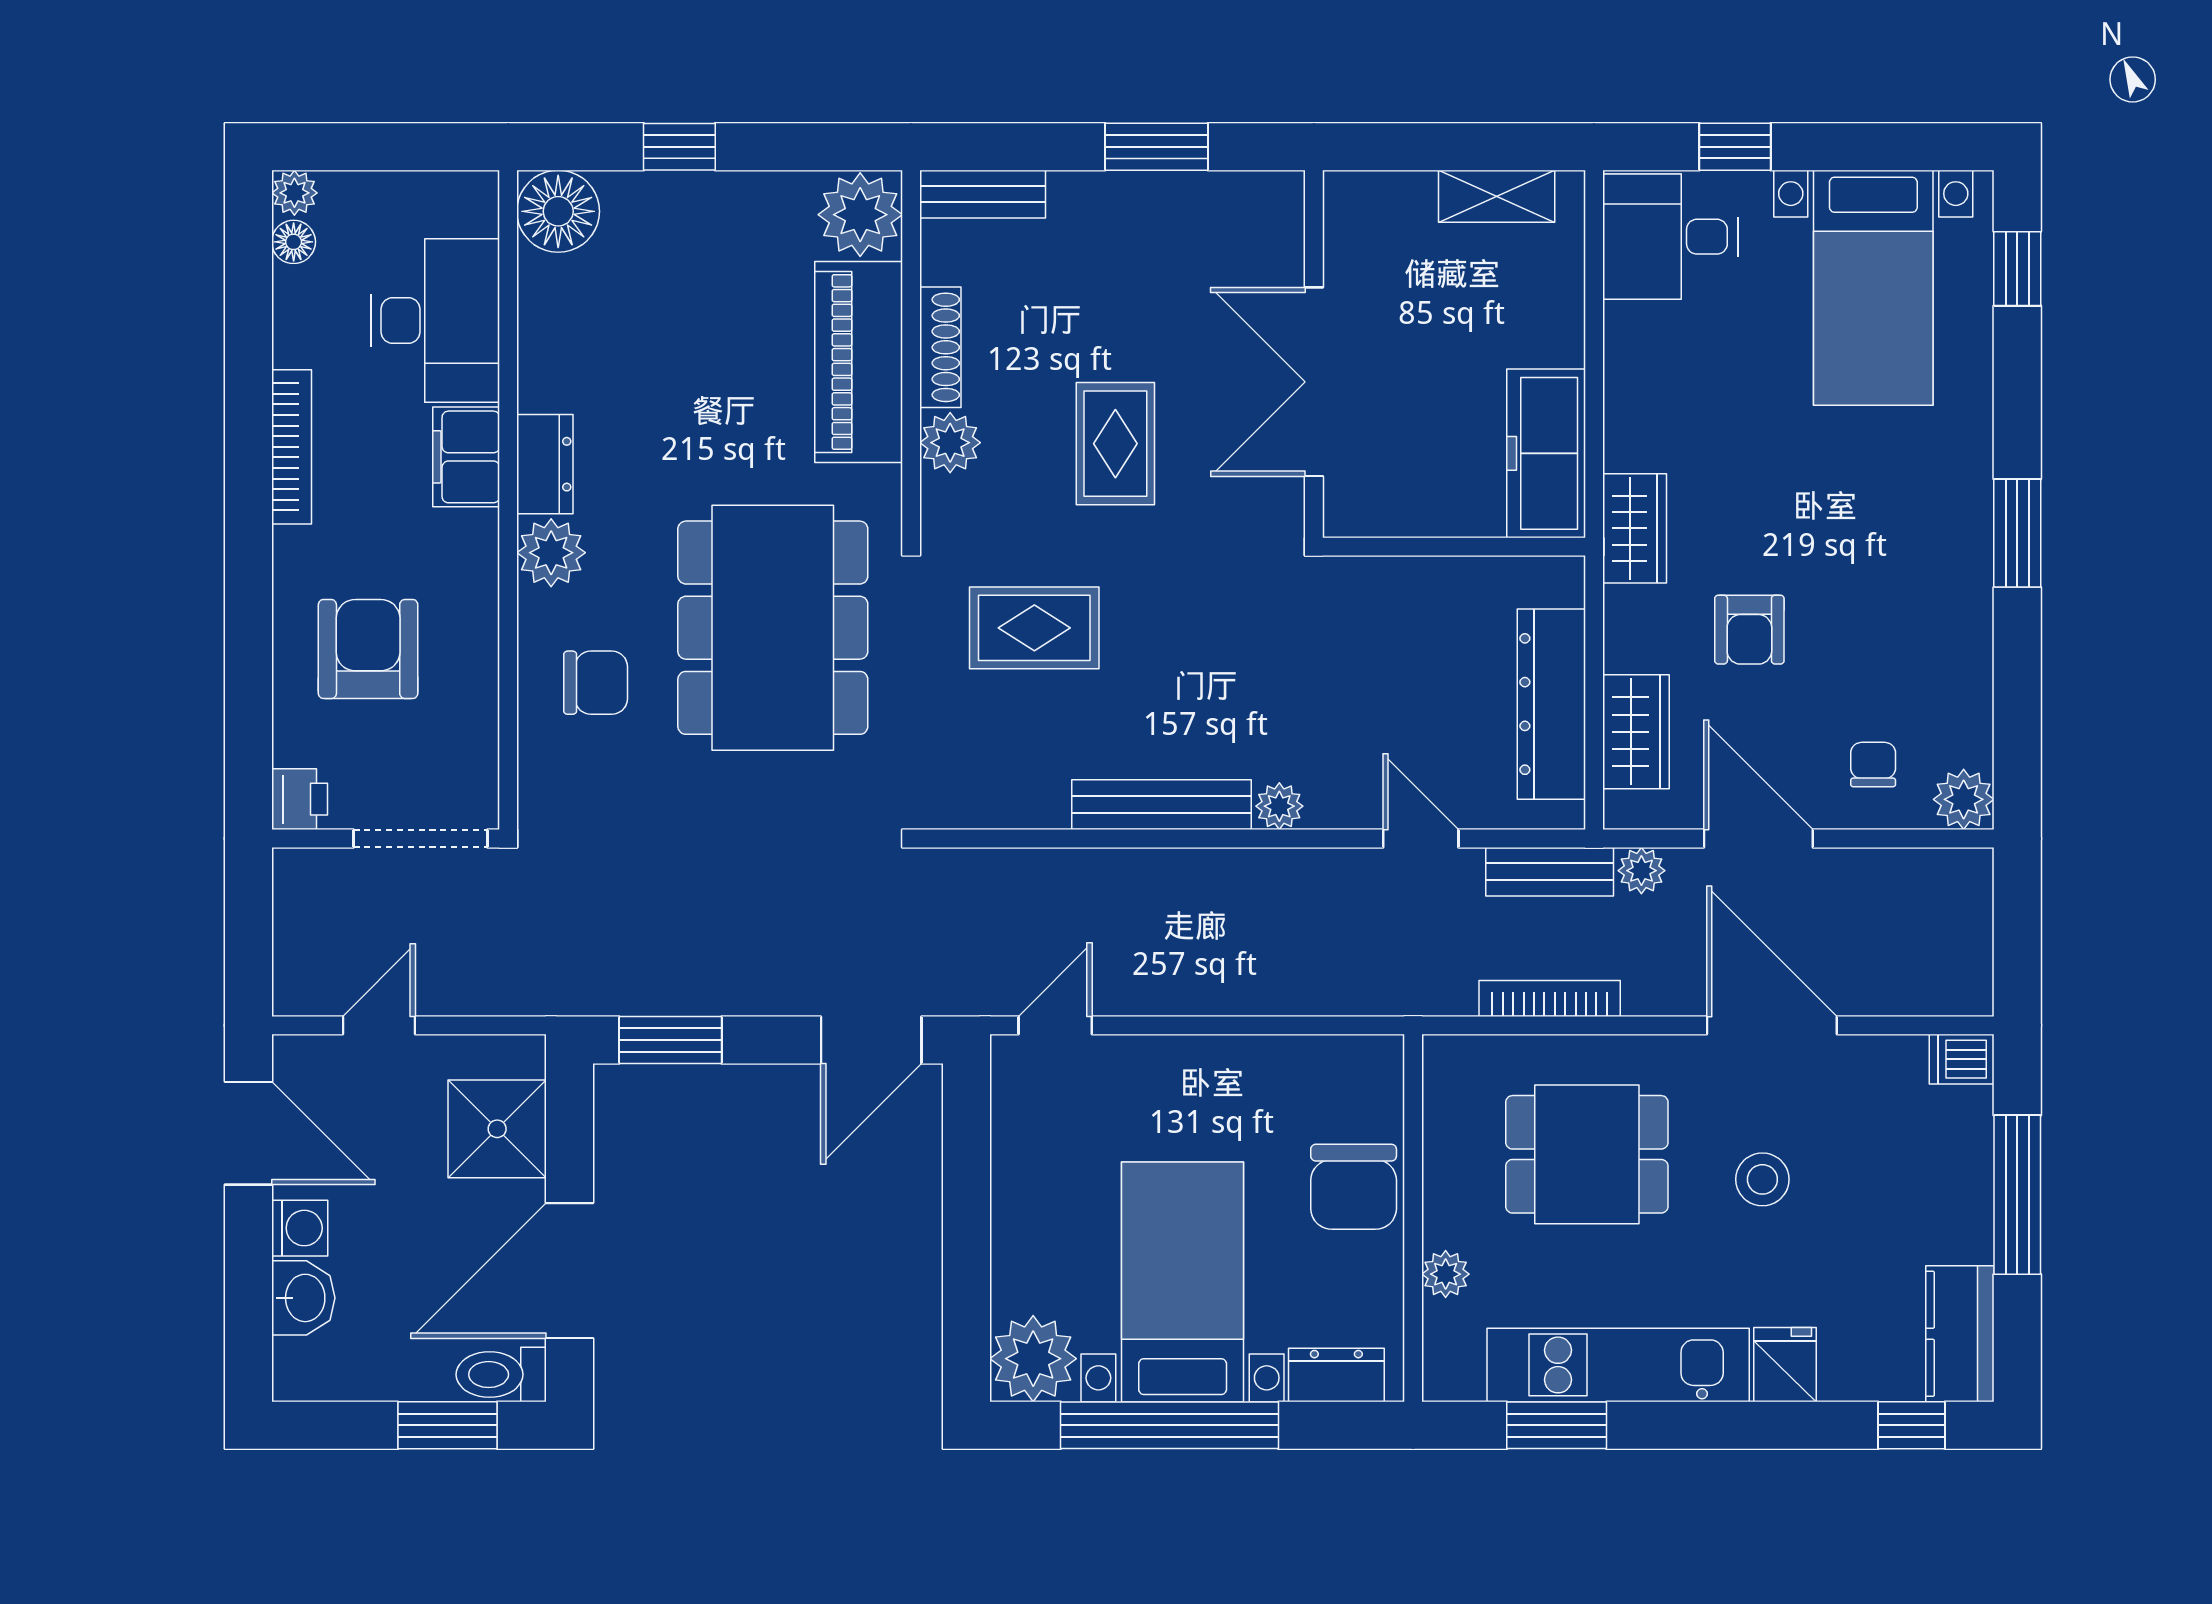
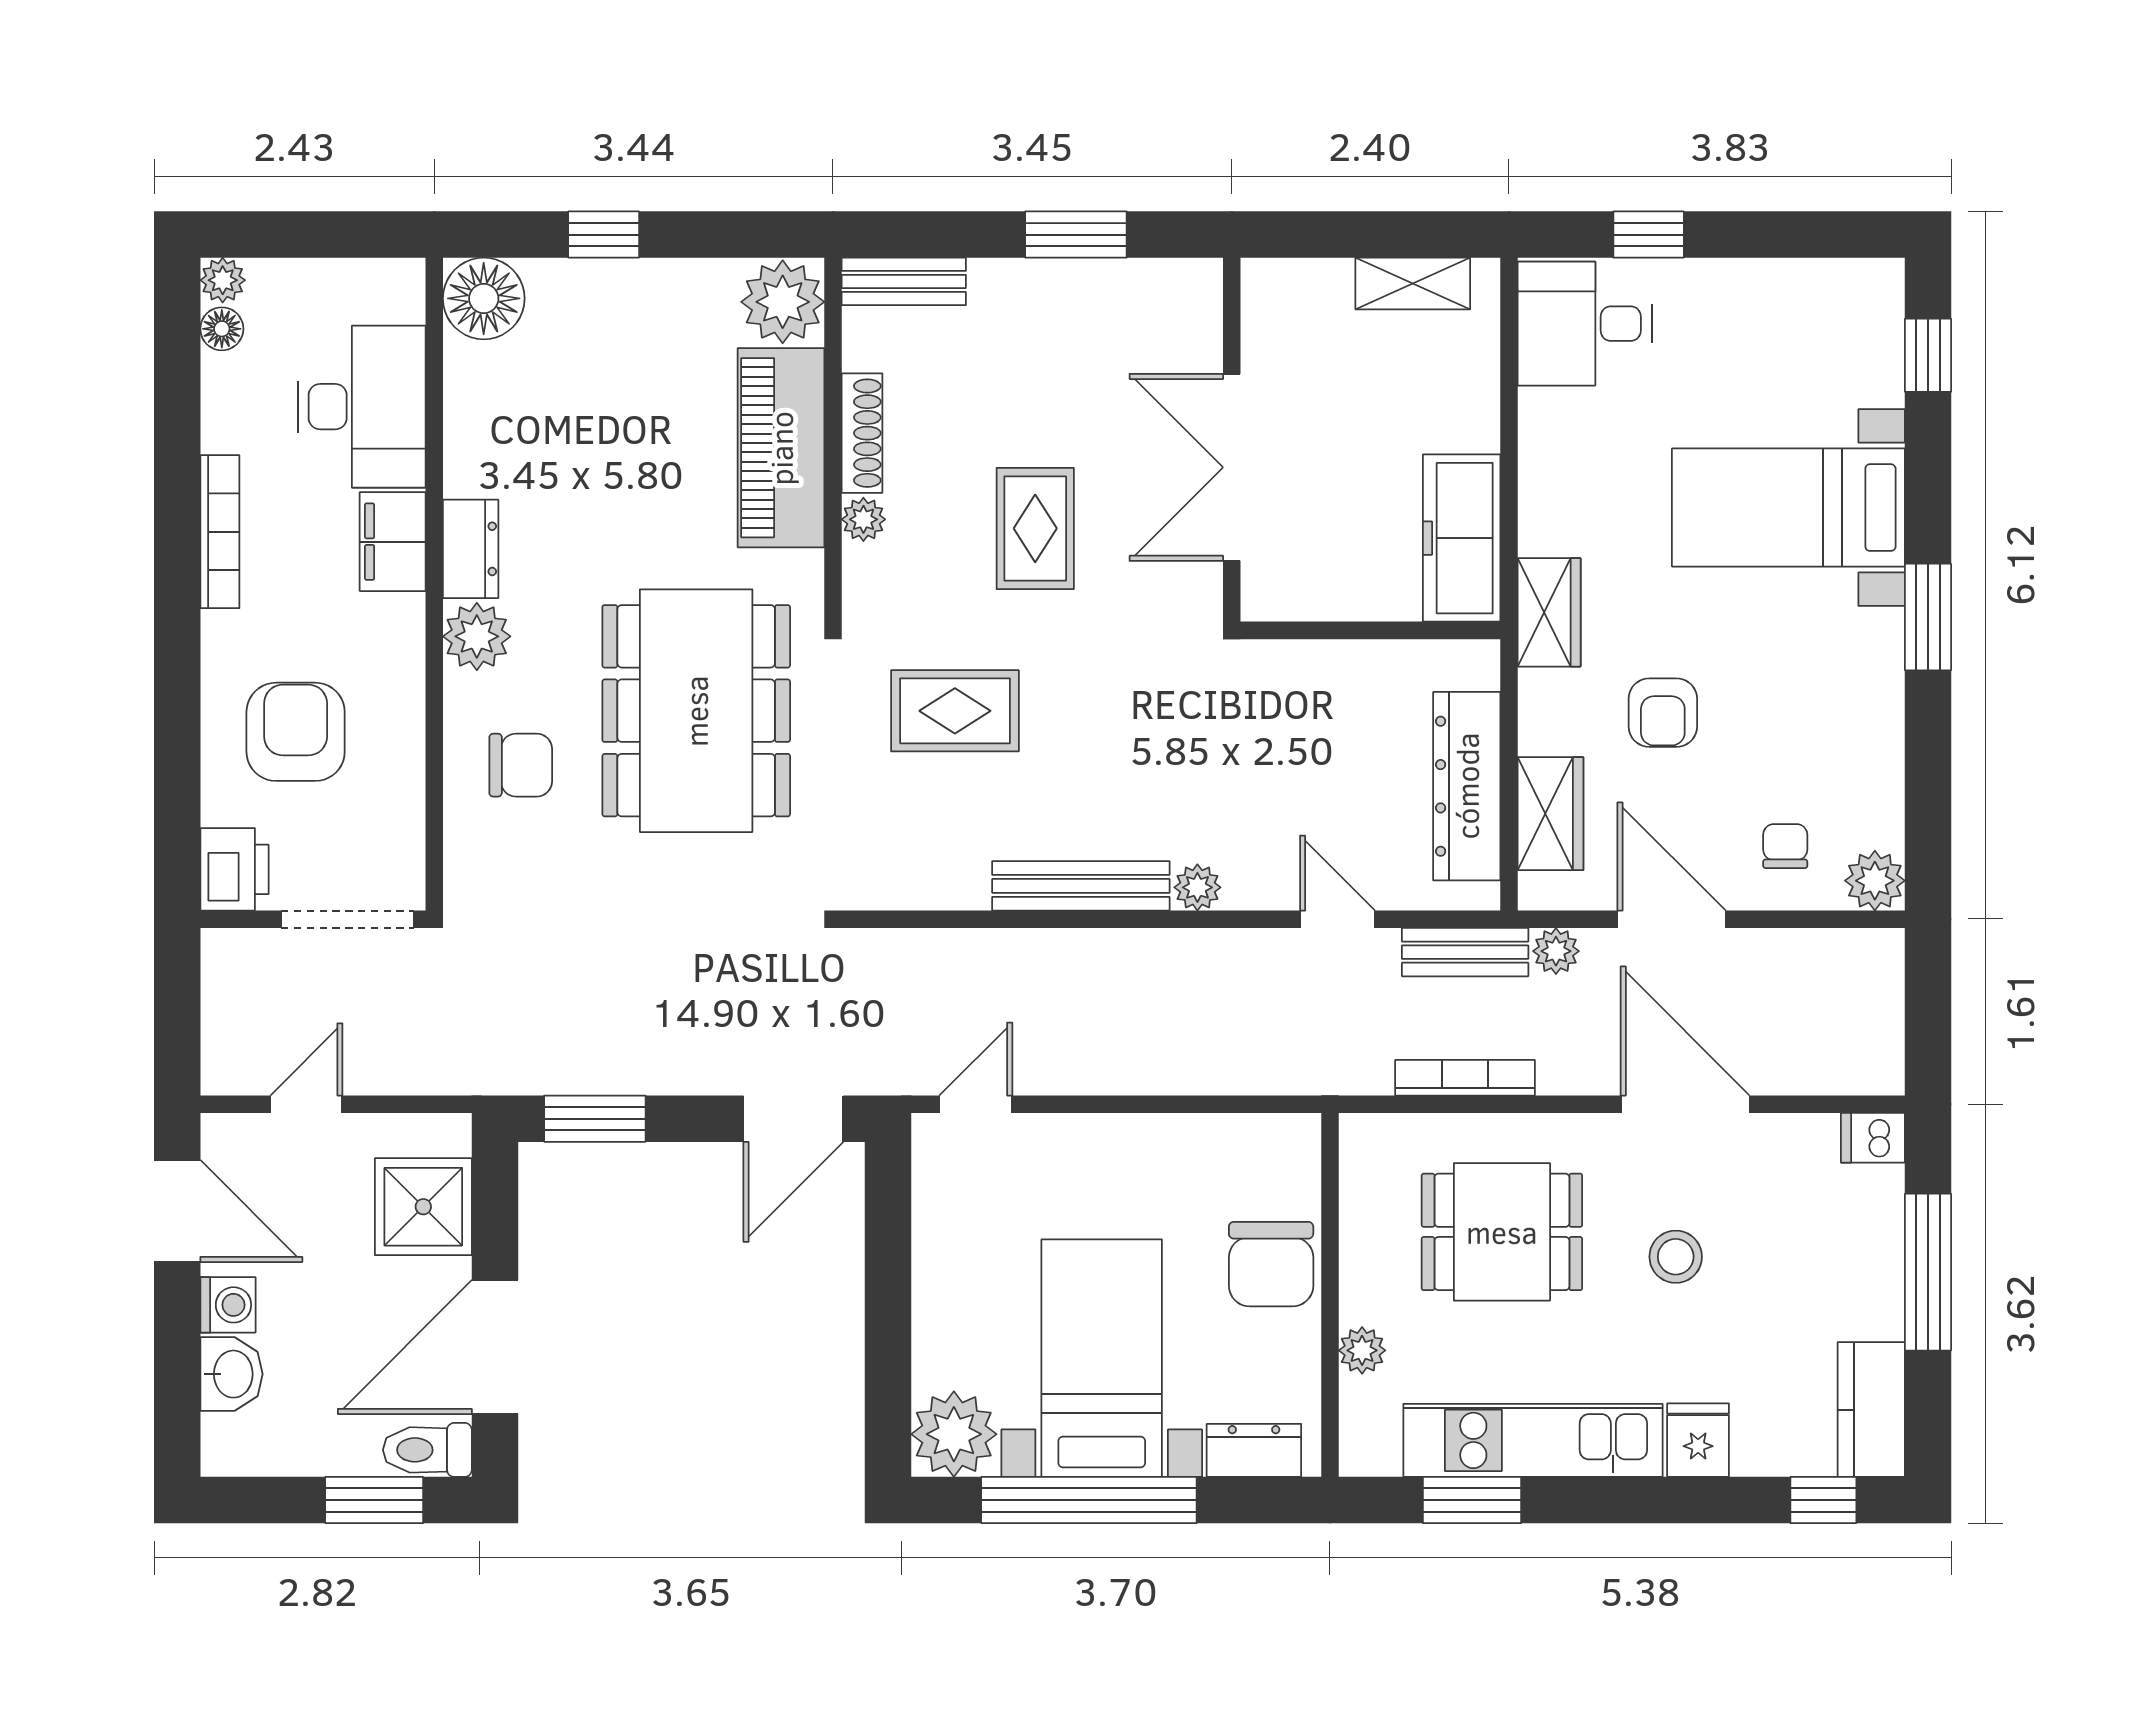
bed with nightstands: (1873, 288) -> (1788, 508), moved, turned 90
plant: (950, 443) -> (863, 519), width x0.73, depth x0.73
printer: (300, 799) -> (234, 869), width x1.36, depth x1.24

